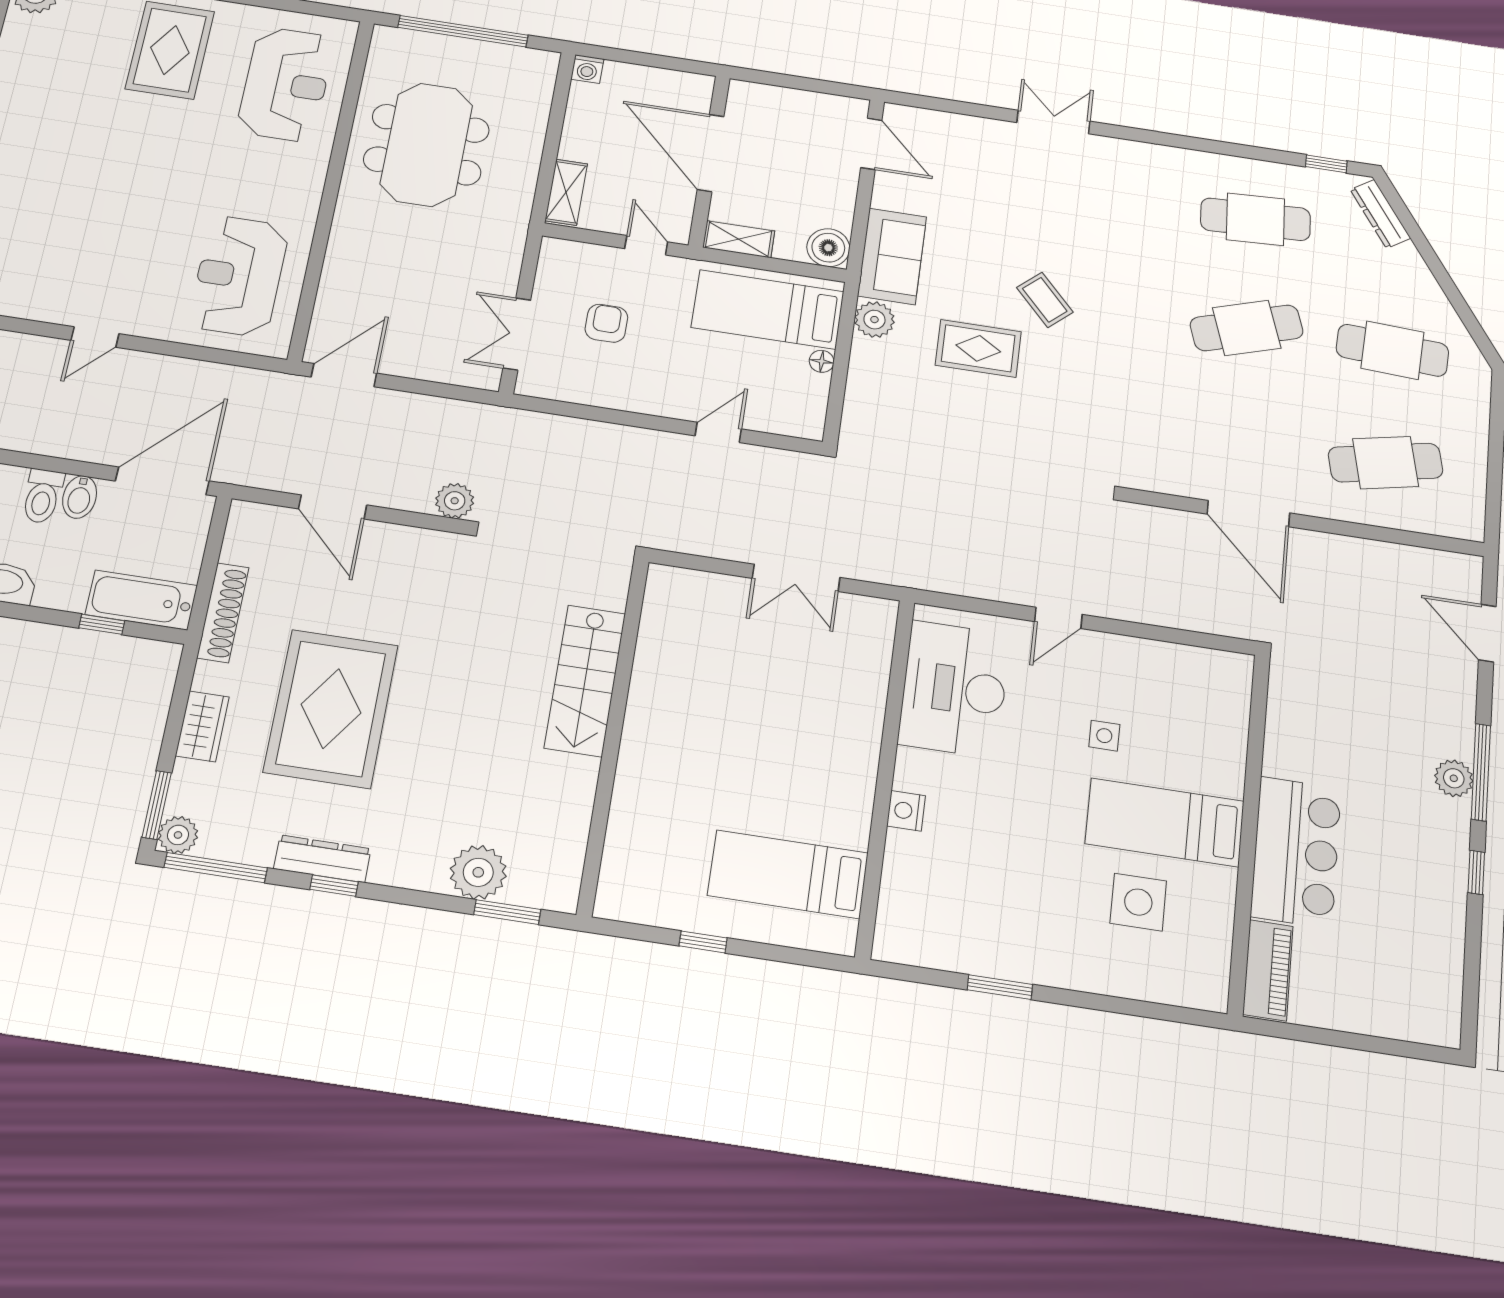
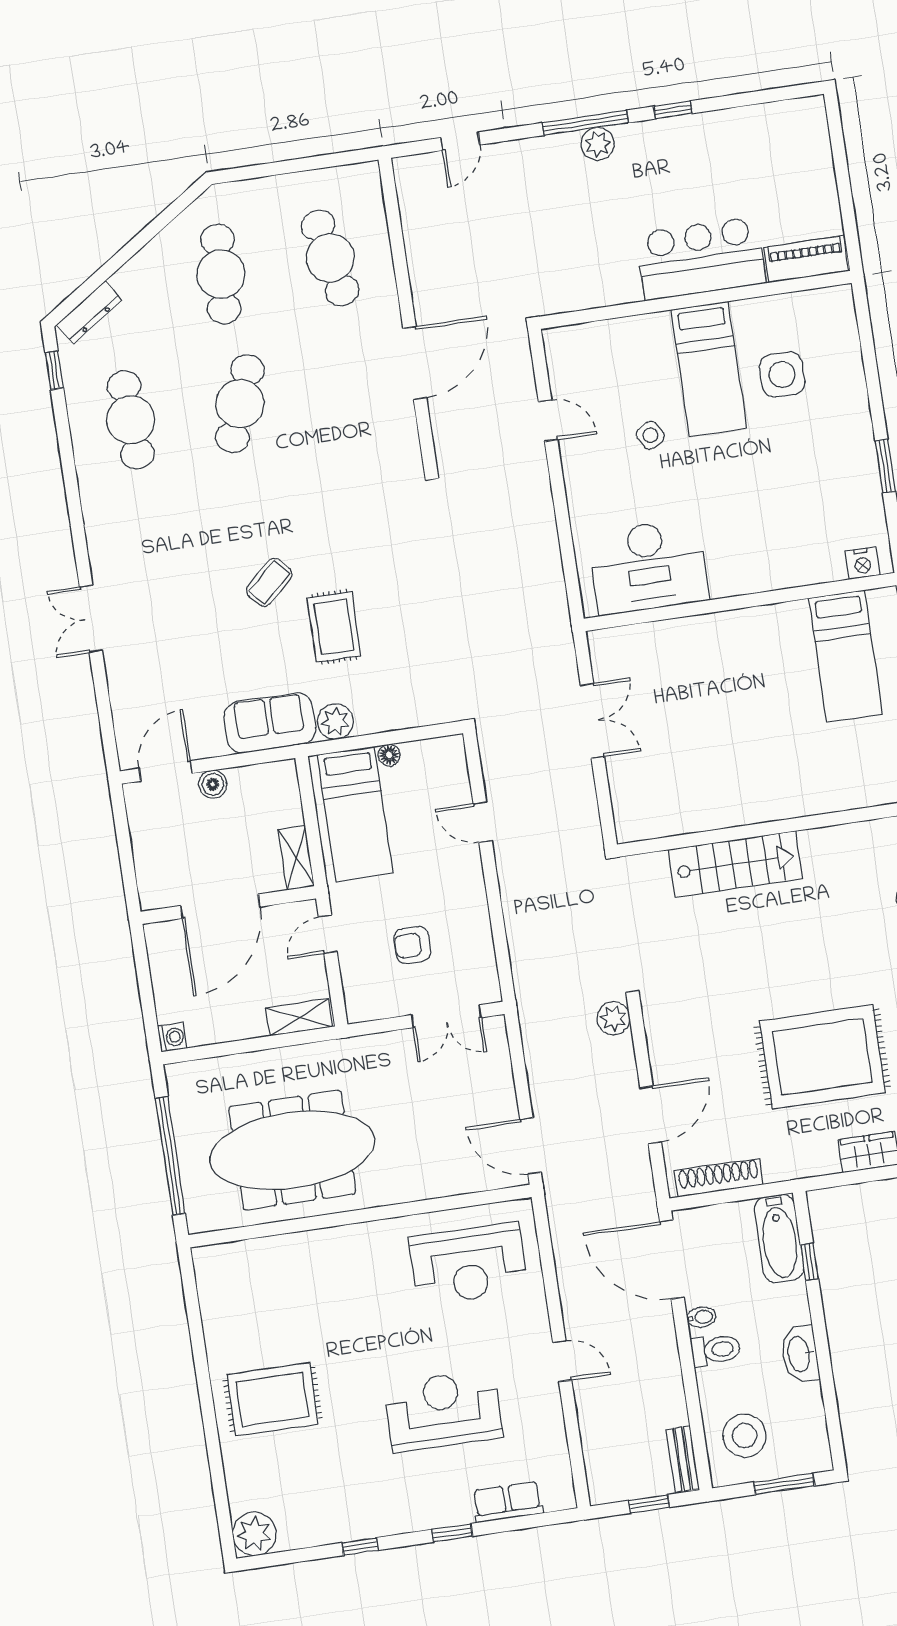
reception desk: (286, 84) -> (443, 1411), moved
meeting table: (426, 145) -> (292, 1150), width x1.36
boiler: (828, 248) -> (213, 784), moved, width x0.73, depth x0.73
cafe table: (1247, 328) -> (240, 404), turned 39
bidet: (80, 497) -> (701, 1317), width x0.72, depth x0.74
shoe rack: (223, 613) -> (719, 1178), moved
door: (1058, 618) -> (548, 421), moved
door: (1487, 633) -> (460, 141), width x0.73
side table: (1104, 736) -> (650, 435), turned -32
nightstand: (906, 811) -> (862, 563), moved

